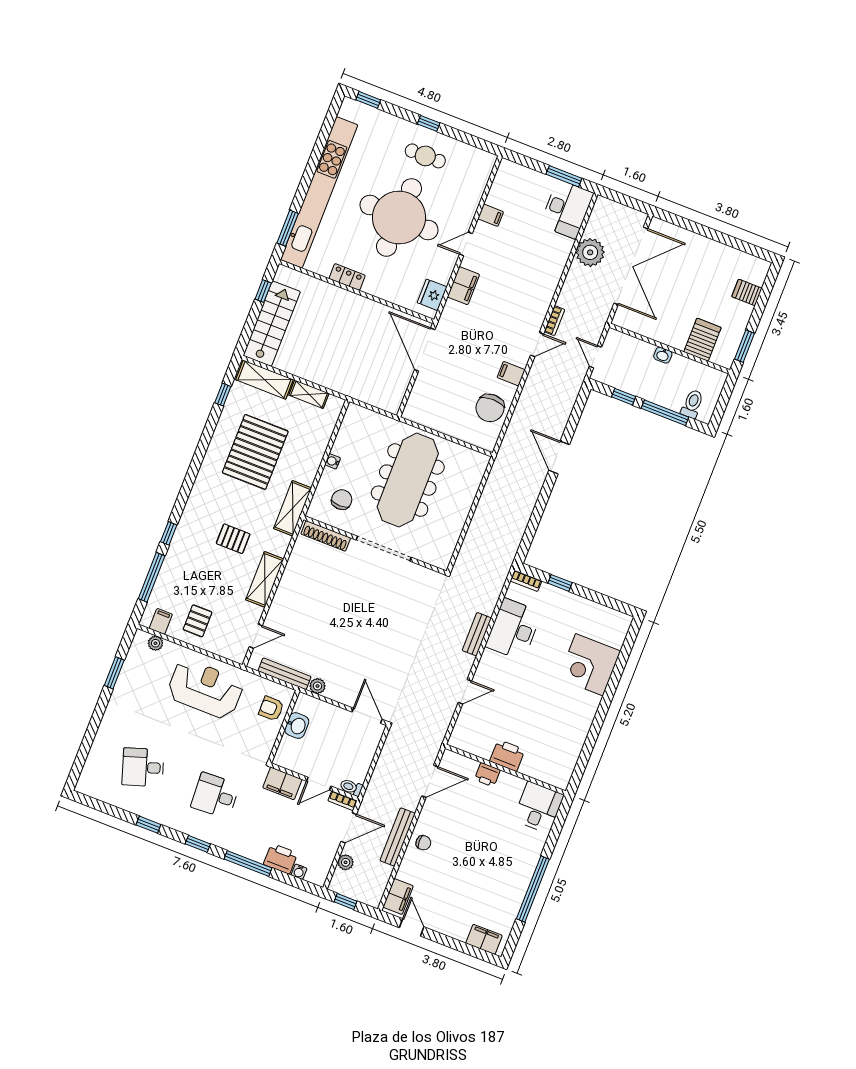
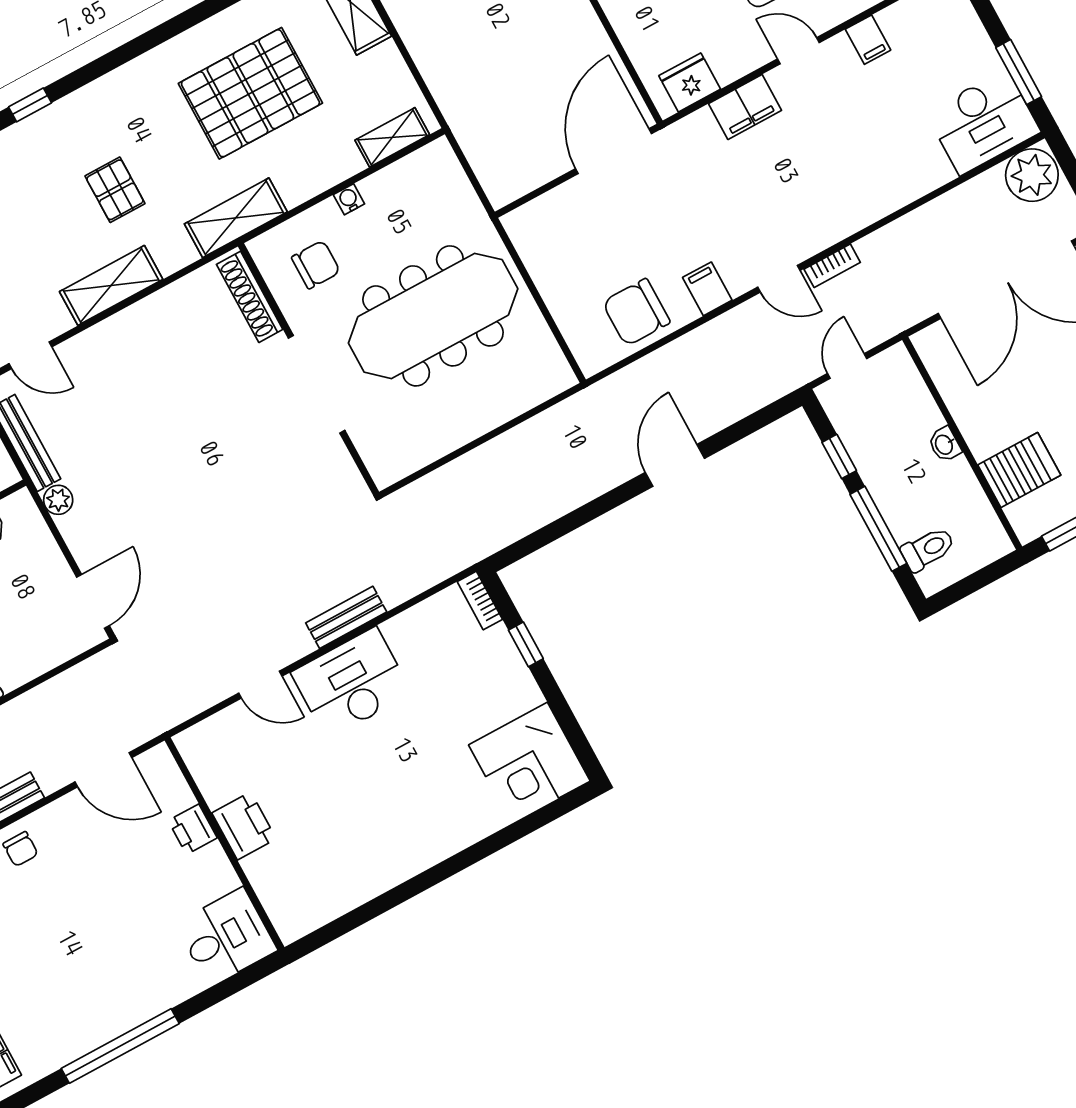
plant: (590, 252) -> (1032, 175), moved
shelving: (309, 394) -> (392, 137), moved, turned 90
desk: (513, 629) -> (352, 683), moved
corner desk: (589, 665) -> (529, 763), moved, turned -90

